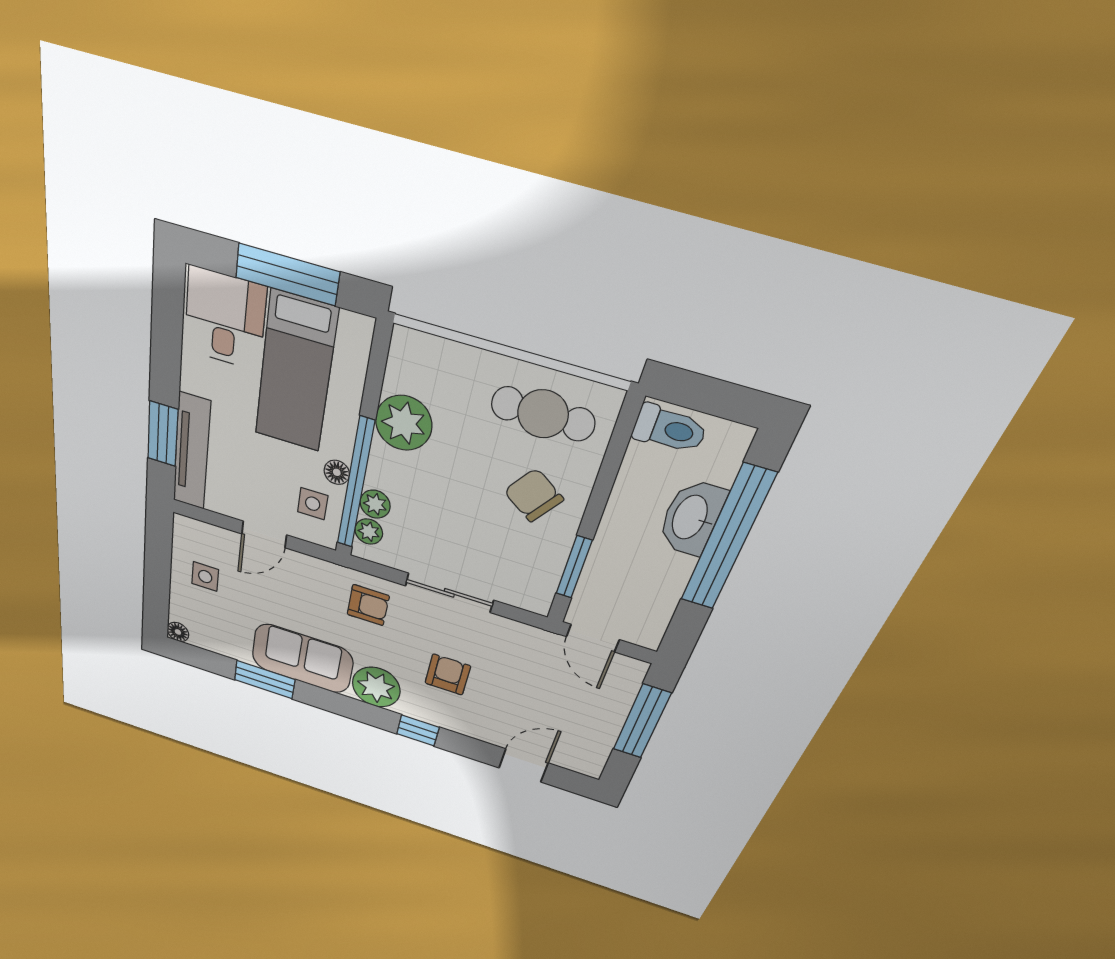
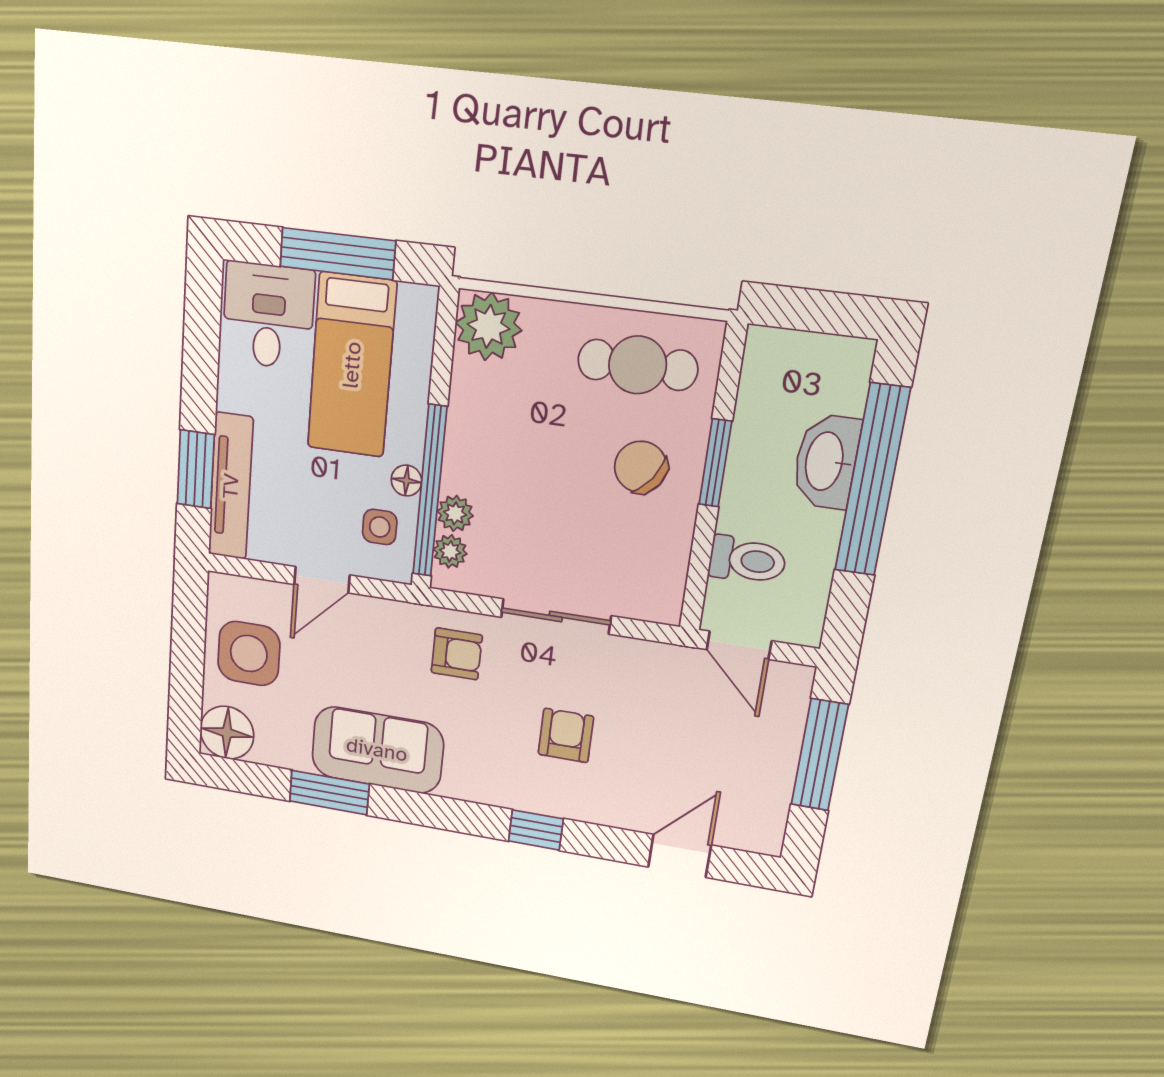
plant: (404, 423) -> (489, 326), moved
toilet: (670, 429) -> (747, 560), moved
window: (574, 567) -> (715, 463), moved
side table: (205, 577) -> (249, 653), width x1.87, depth x1.87
floor lamp: (178, 632) -> (227, 733), width x1.89, depth x1.89
plant: (376, 687) -> (476, 774), removed

